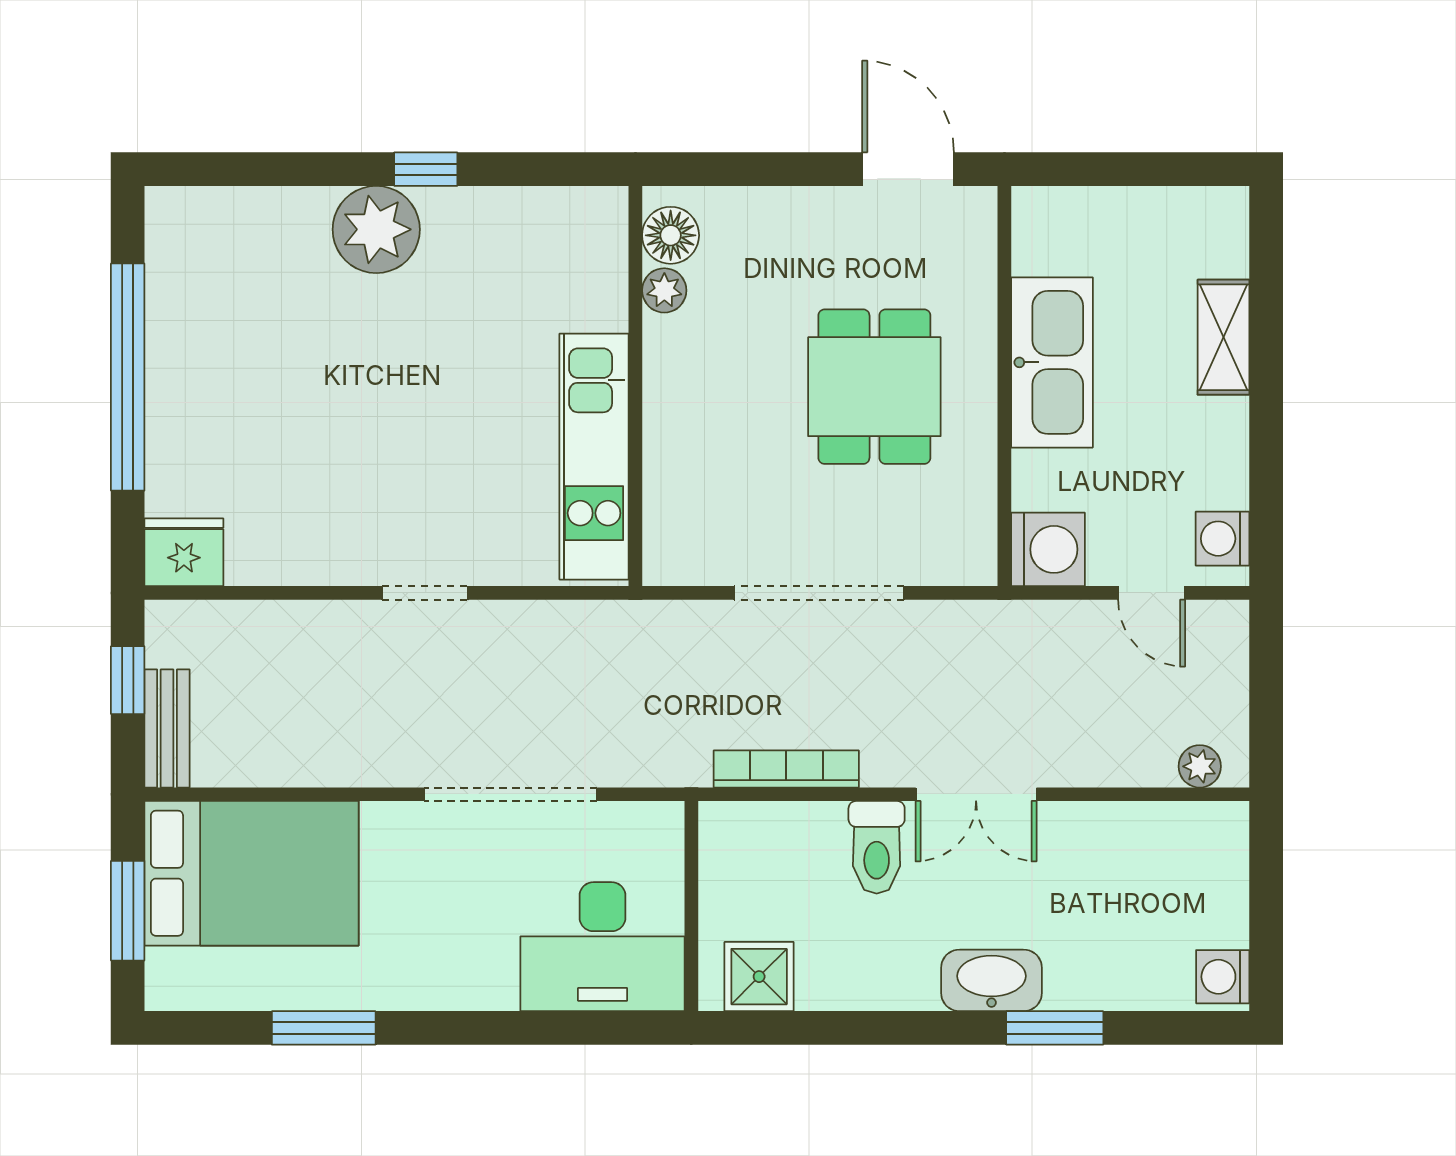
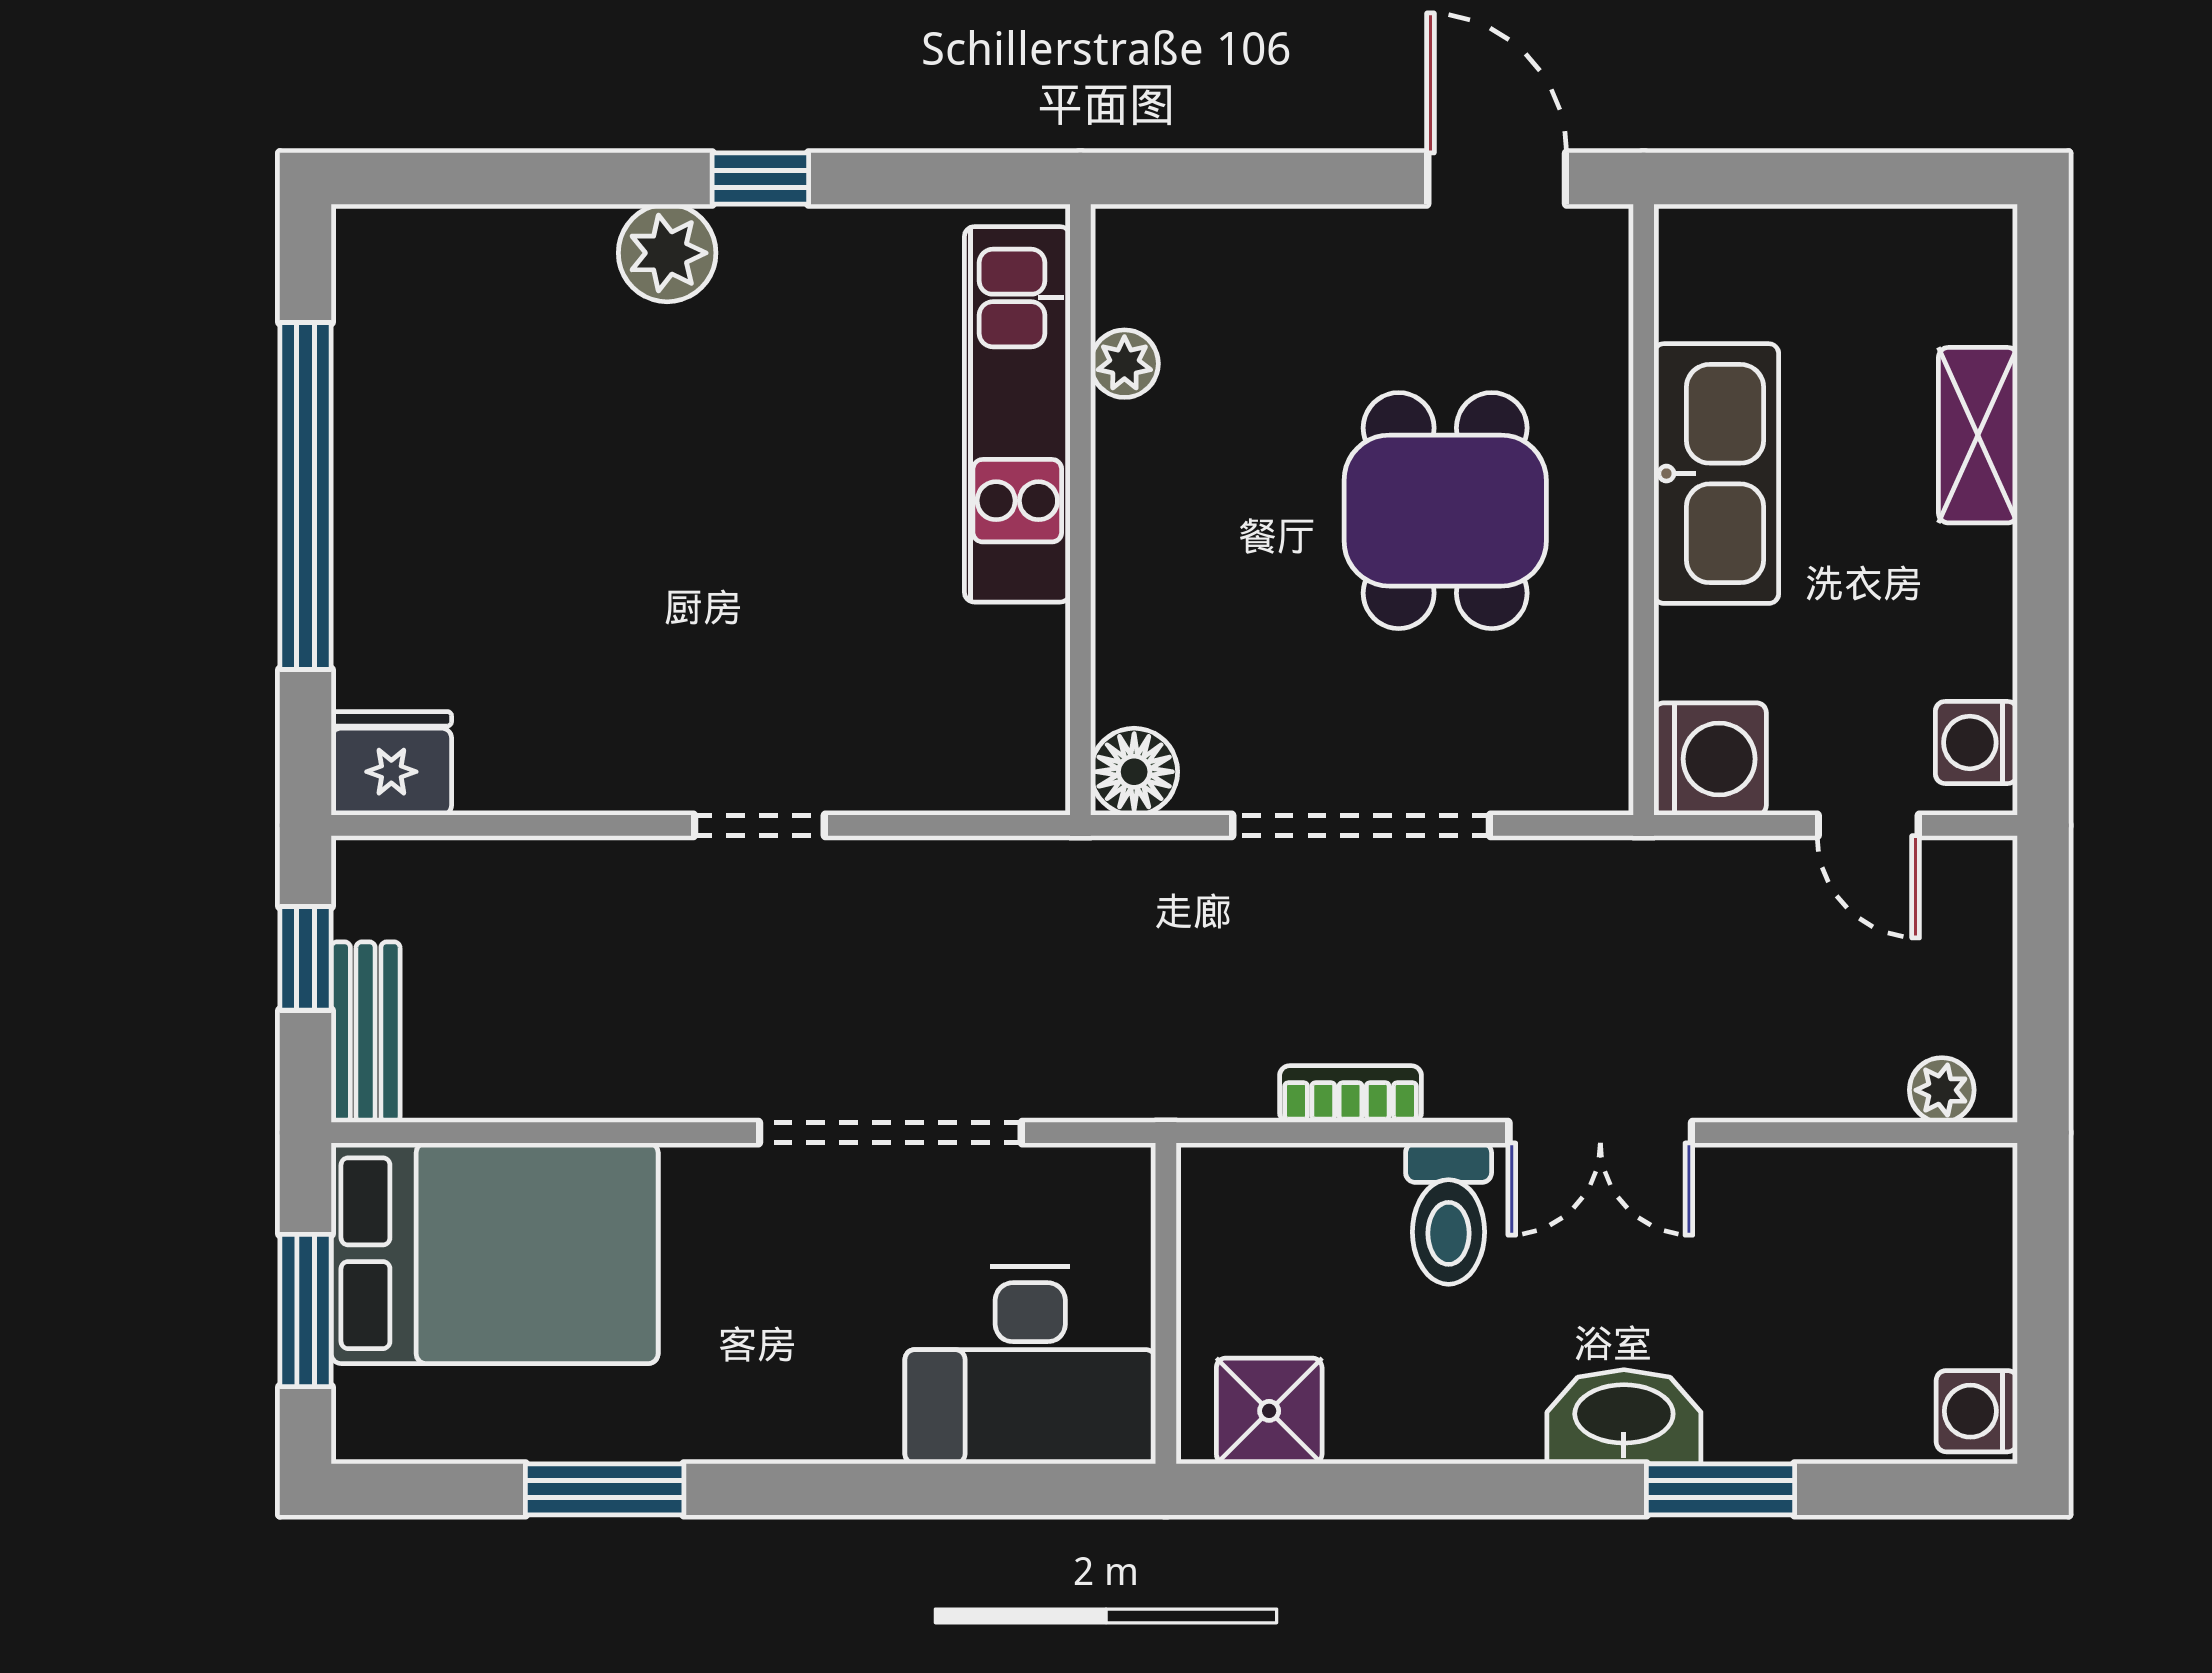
plant: (376, 229) -> (667, 253), width x0.73, depth x0.73
floor lamp: (671, 235) -> (1134, 772), moved
kitchen unit: (594, 457) -> (1017, 414), moved
bookcase: (786, 769) -> (1350, 1094), width x0.64

